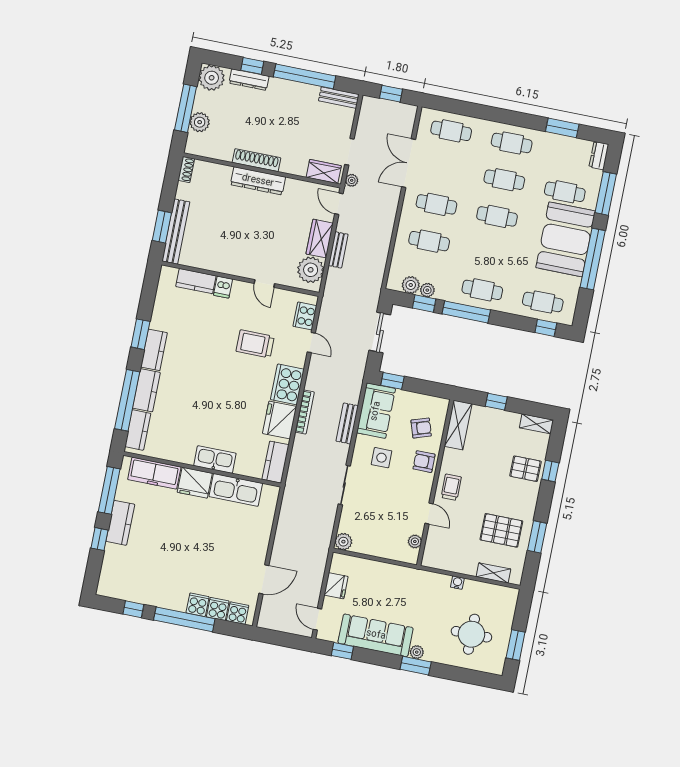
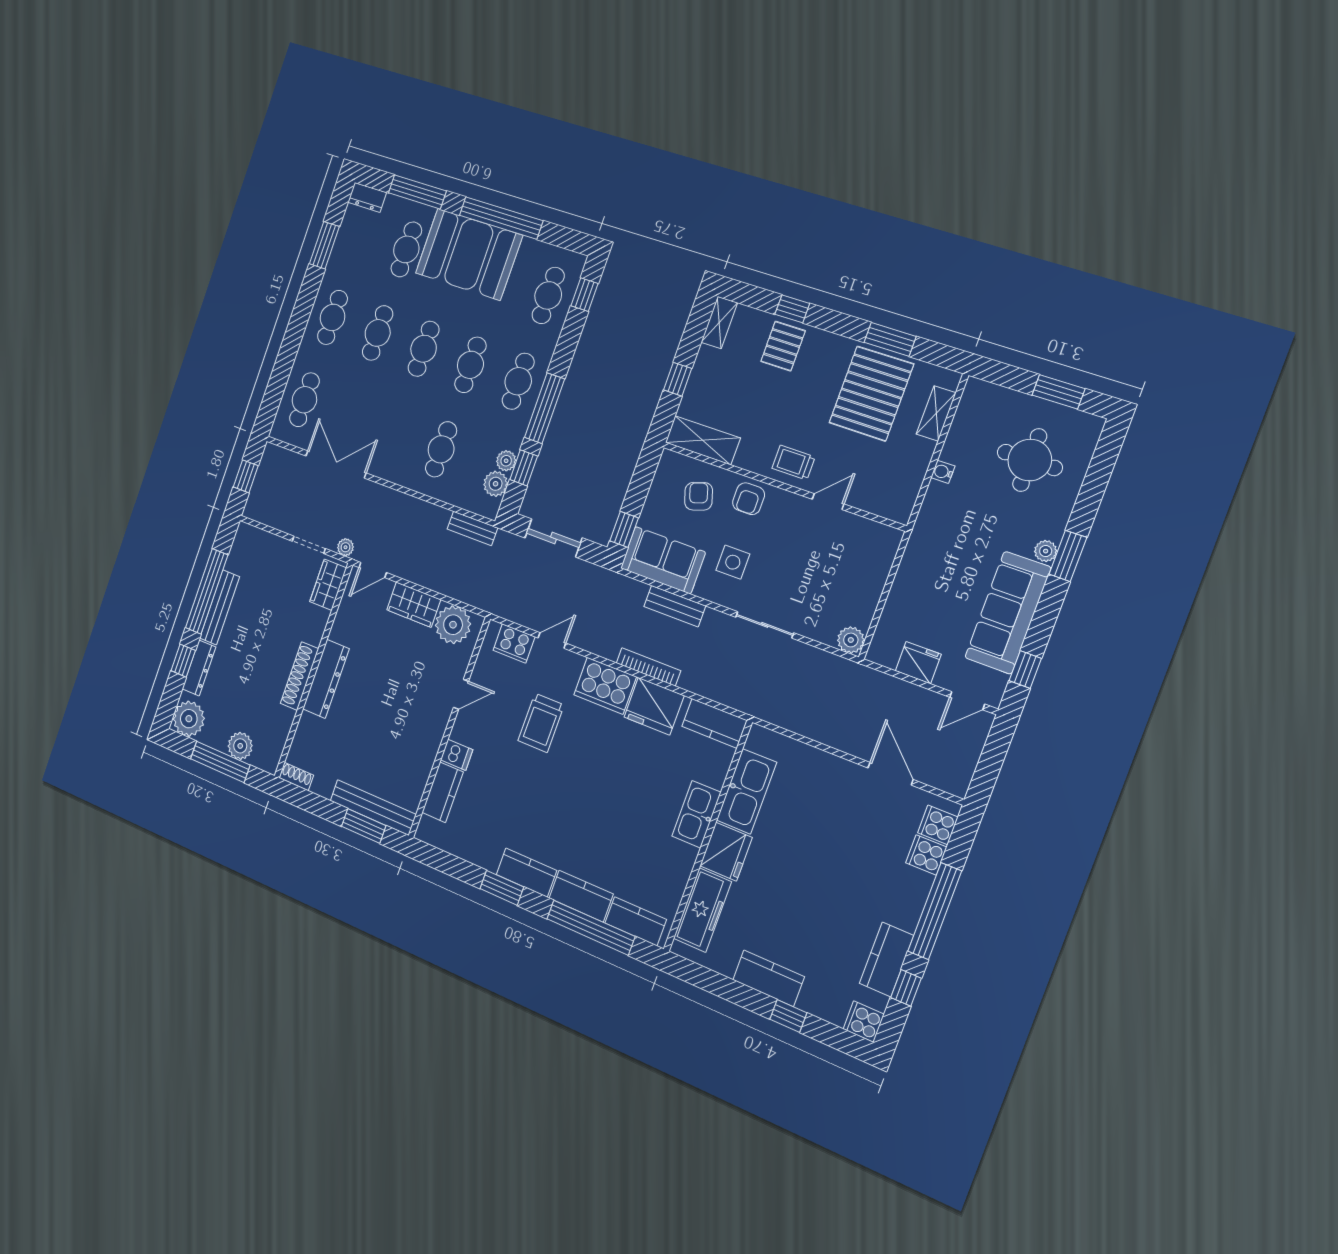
bench: (339, 98) -> (220, 607), moved, width x1.36
double door: (409, 163) -> (336, 464), swing flipped
cafe table: (436, 204) -> (470, 365), moved
bench: (338, 250) -> (472, 528), moved
window: (109, 490) -> (717, 984), removed
pallet: (501, 530) -> (871, 394), width x1.37, depth x1.41
plant: (415, 541) -> (868, 529), removed
kitchen counter: (148, 595) -> (887, 959), added
cooker: (198, 605) -> (864, 1022), moved

